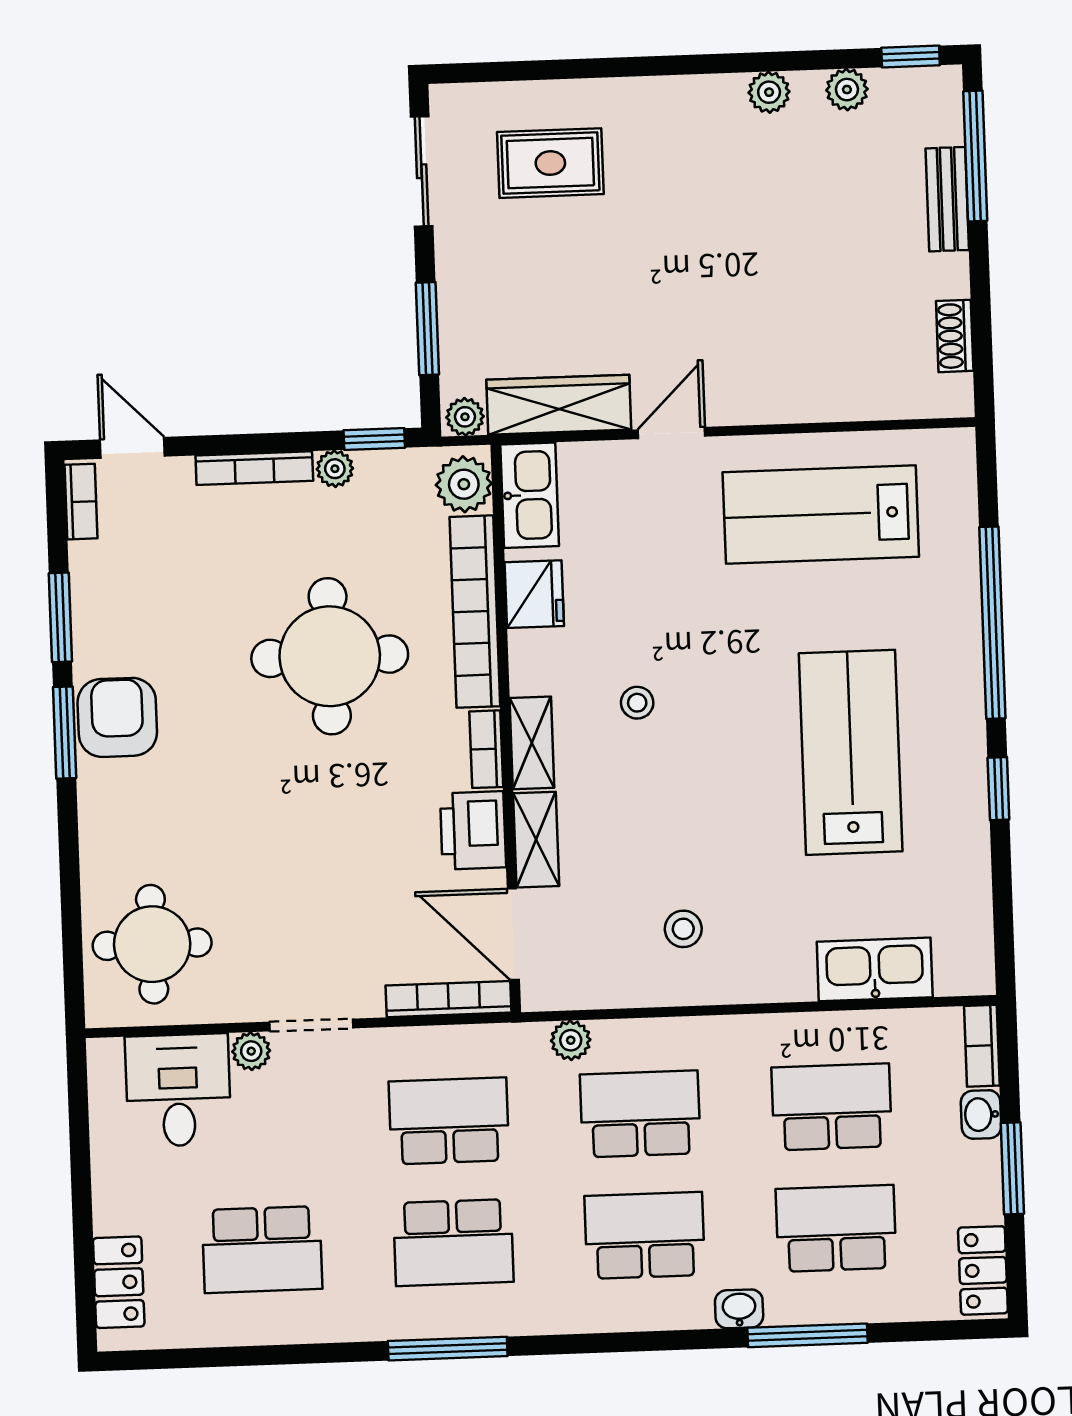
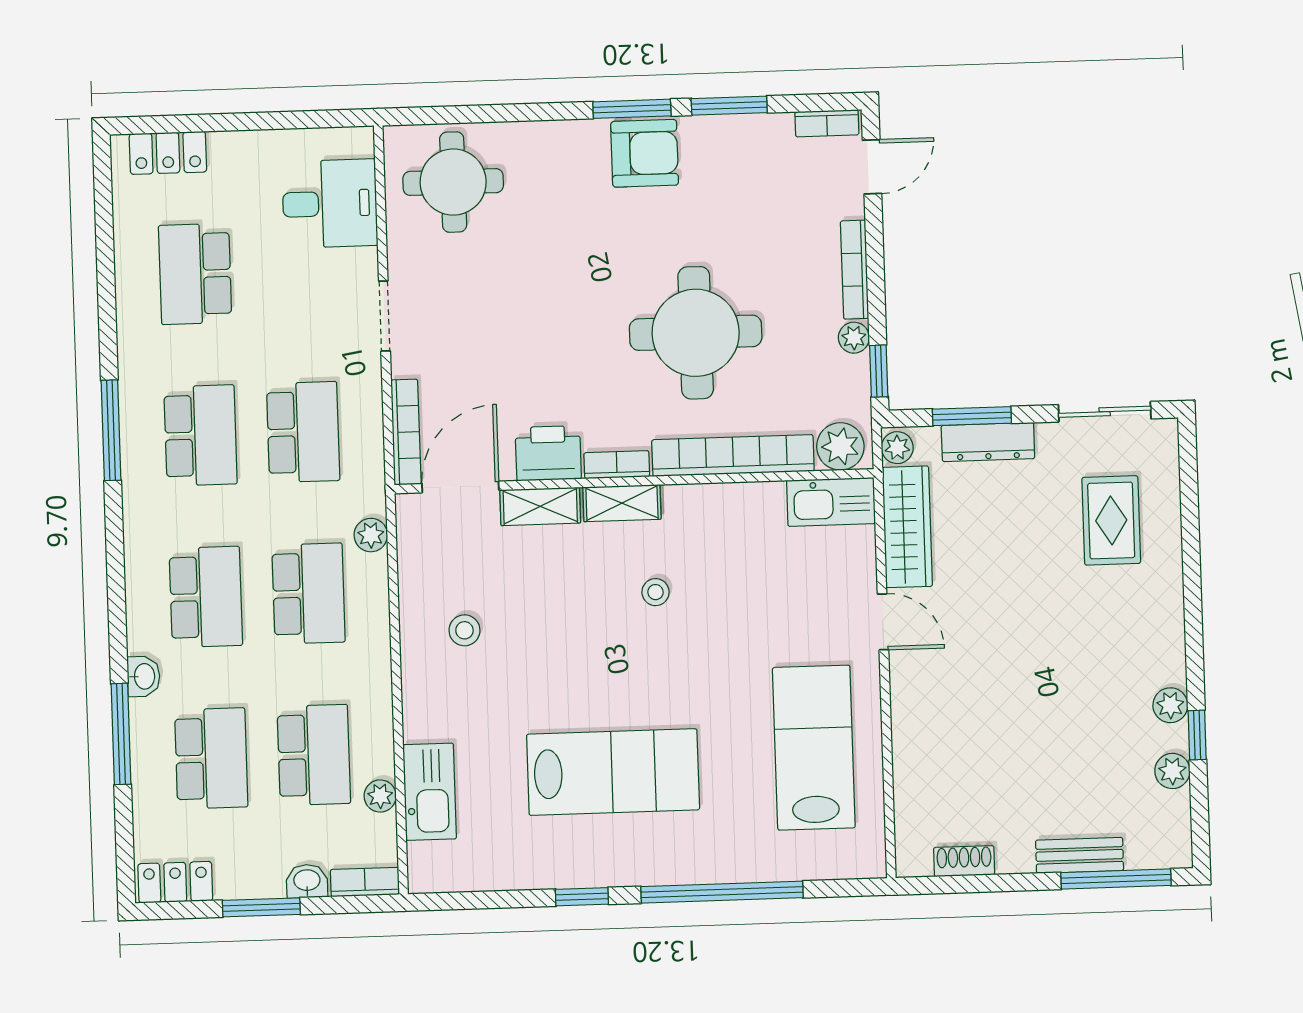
window: (911, 57) -> (1197, 735), moved
dresser: (458, 309) -> (988, 442), added
fridge: (534, 594) -> (747, 506), removed
plant: (251, 1051) -> (380, 796), moved
school desk: (453, 1242) -> (200, 435), turned 180

